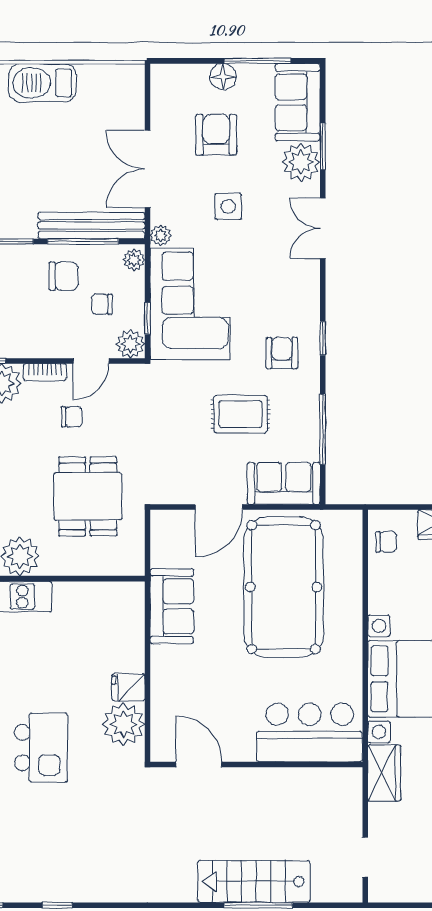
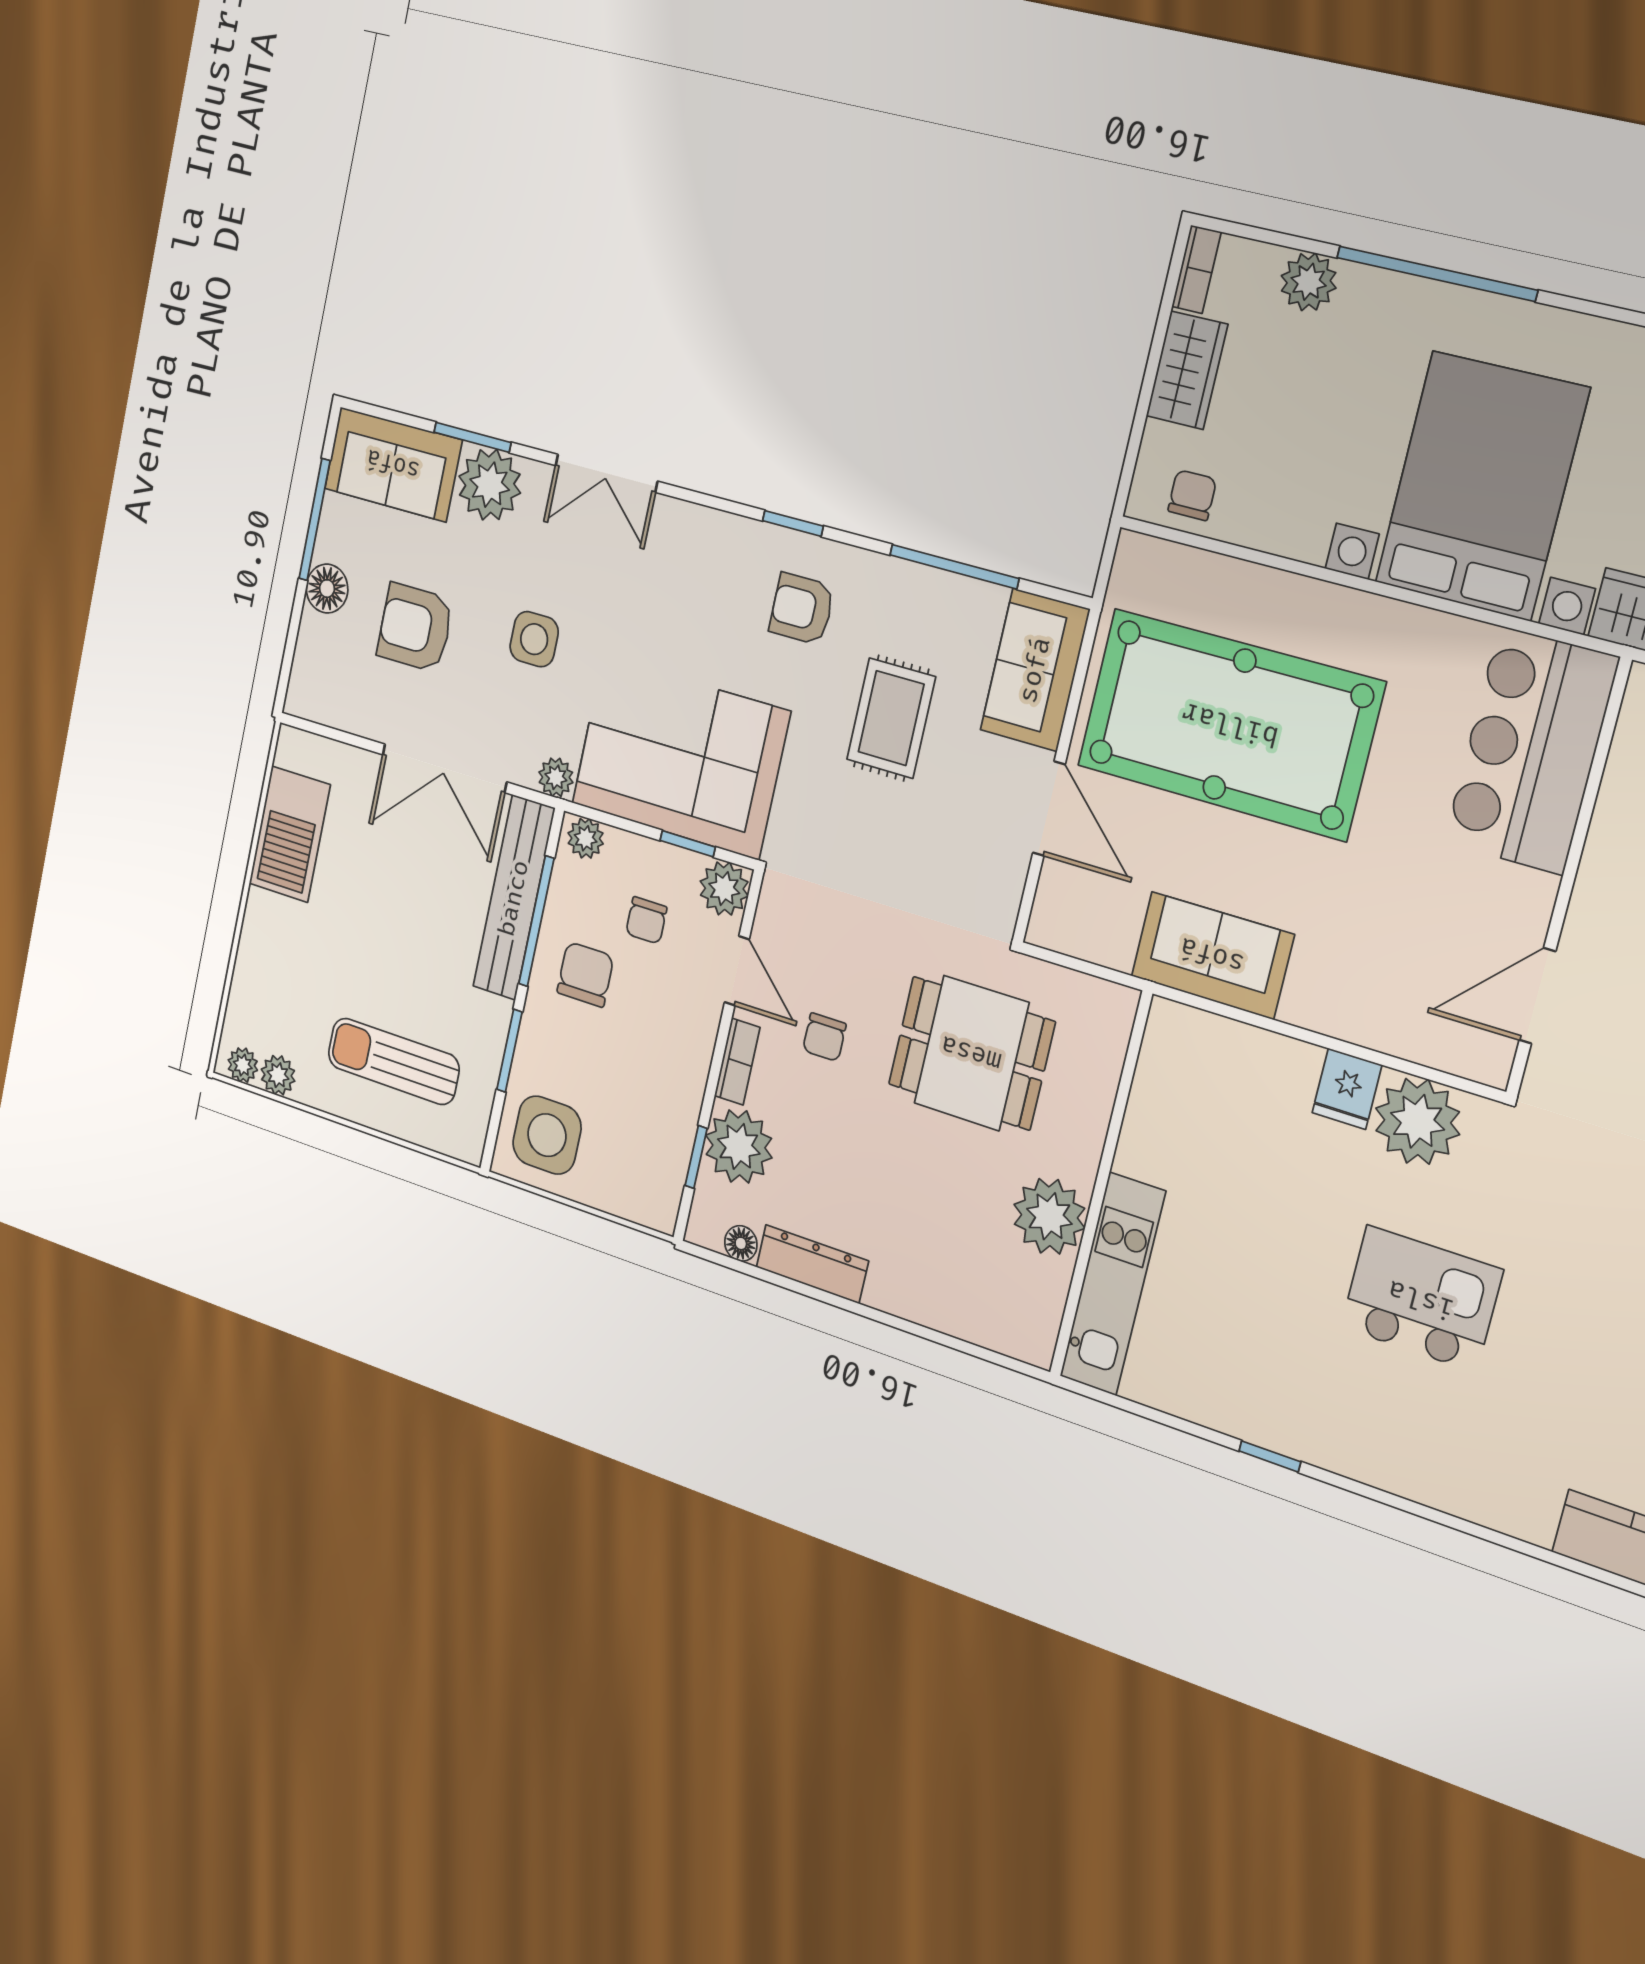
barbecue: (42, 83) -> (290, 834), moved
chair: (72, 417) -> (824, 1037), turned 180

